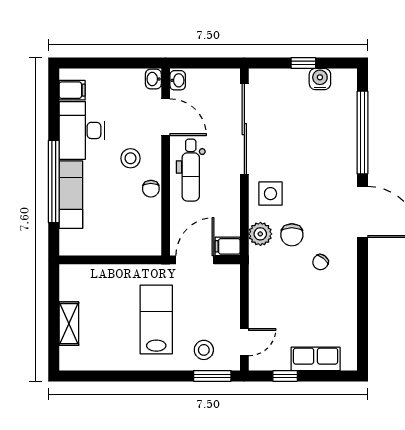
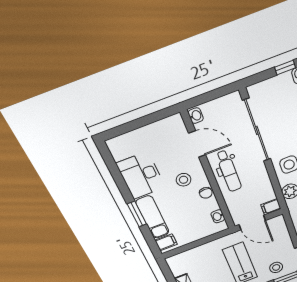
washbasin: (153, 79) -> (218, 216), moved
filing cabinet: (72, 90) -> (166, 242), moved
window: (54, 182) -> (137, 214), width x0.47
door: (195, 260) -> (252, 223), swing flipped

